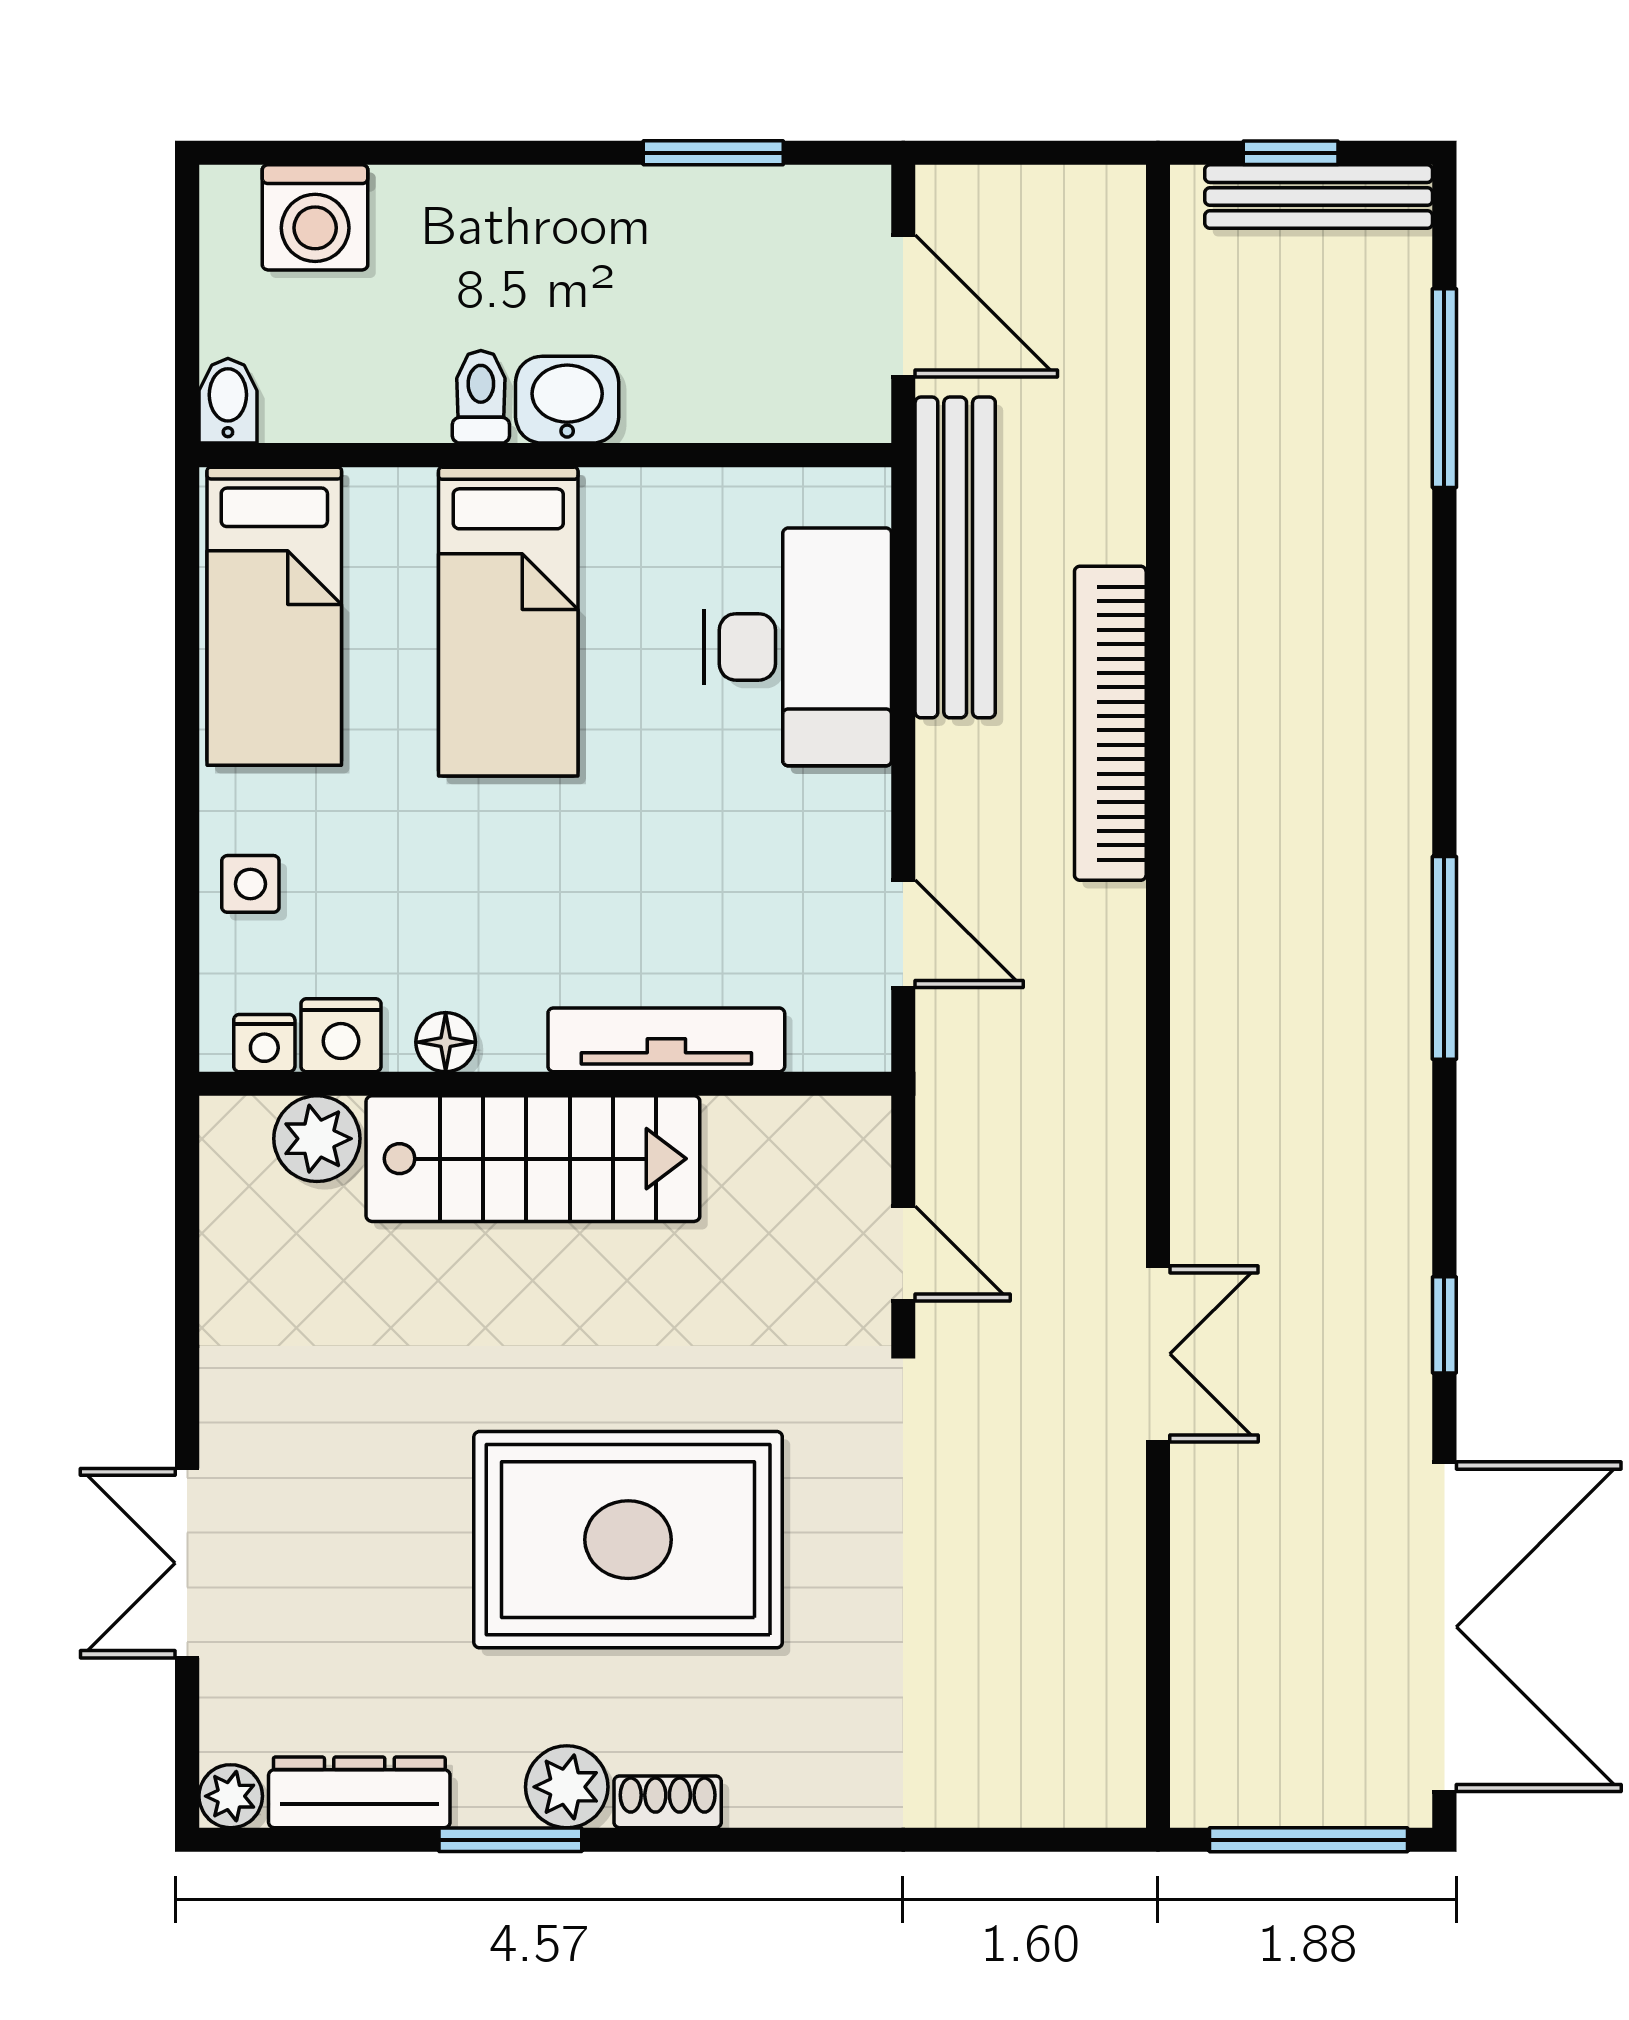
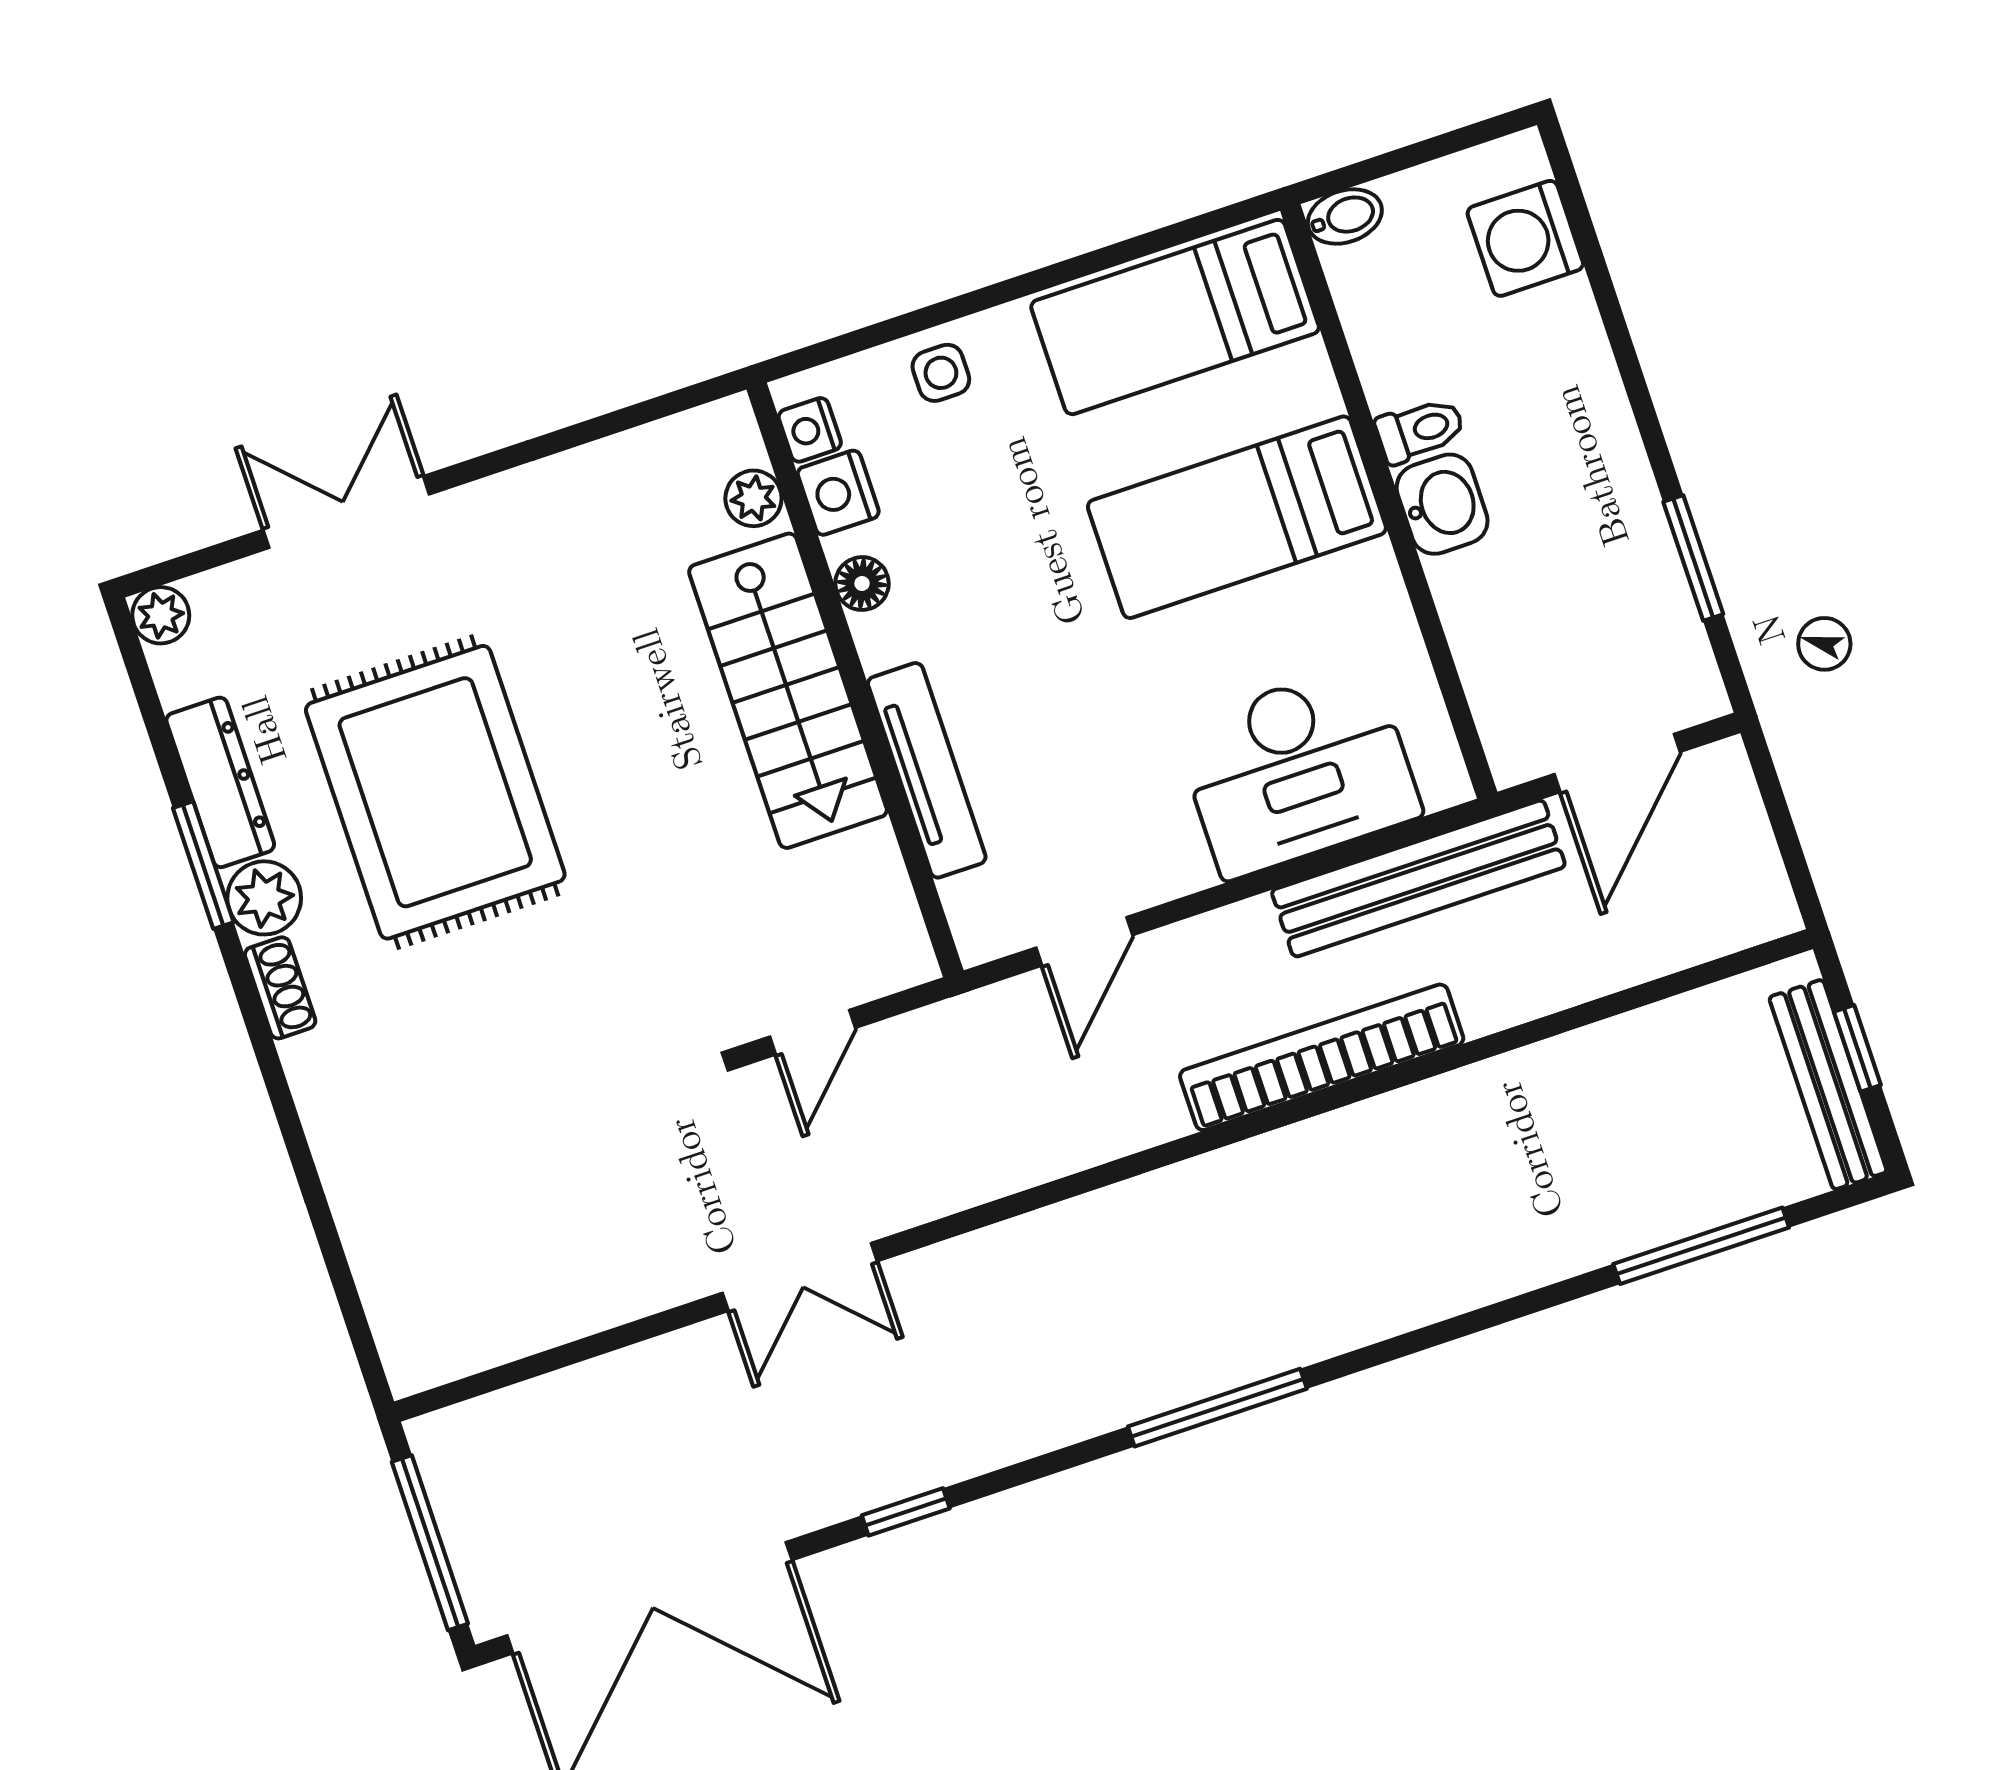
plant: (317, 1139) -> (753, 498), width x0.73, depth x0.73
rug: (628, 1540) -> (435, 792), moved
dresser: (359, 1792) -> (220, 782), moved

